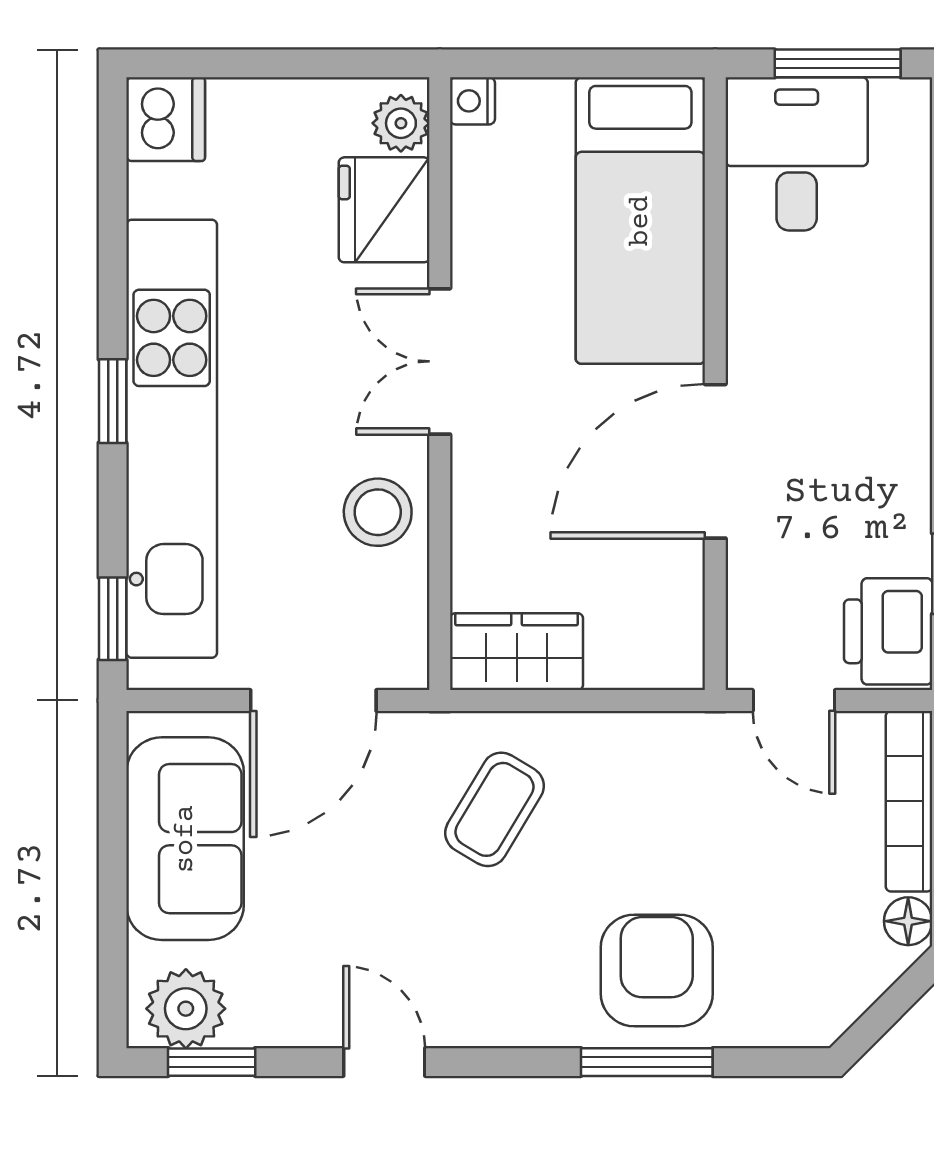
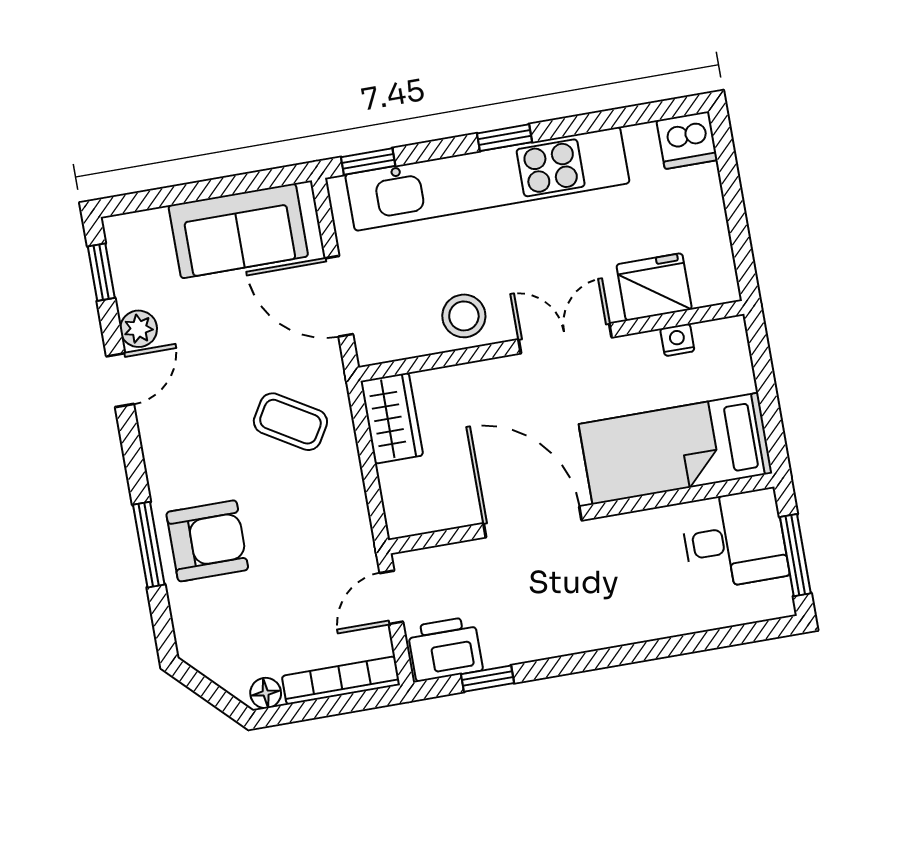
nightstand: (472, 101) -> (677, 340), moved
plant: (401, 123) -> (710, 288), removed
plant: (186, 1009) -> (139, 329), moved, width x0.73, depth x0.73

